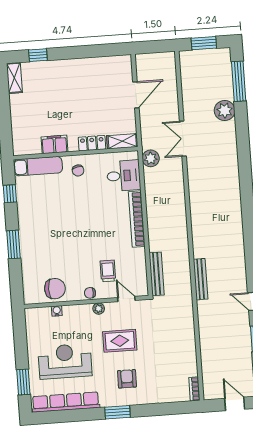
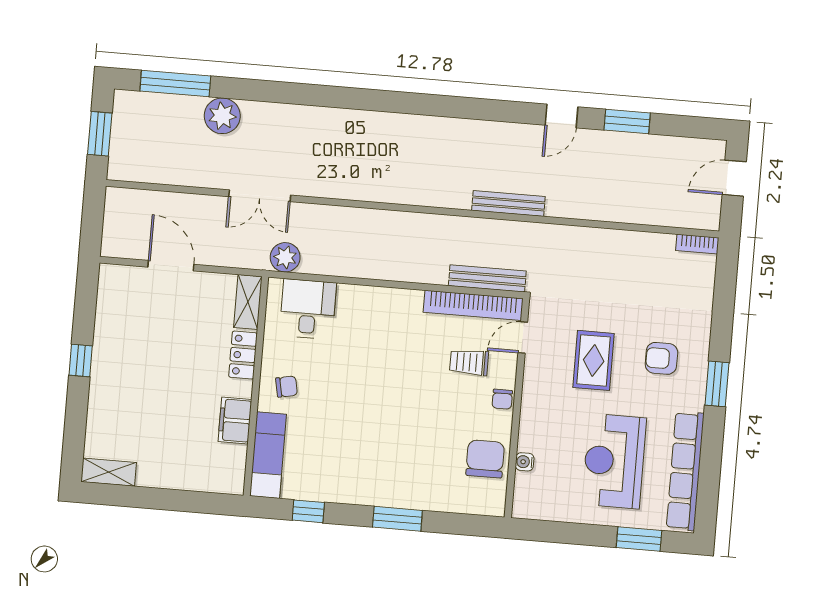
window: (38, 55) -> (81, 361), moved
bookcase: (137, 219) -> (473, 305), moved
plant: (99, 309) -> (532, 388), removed

